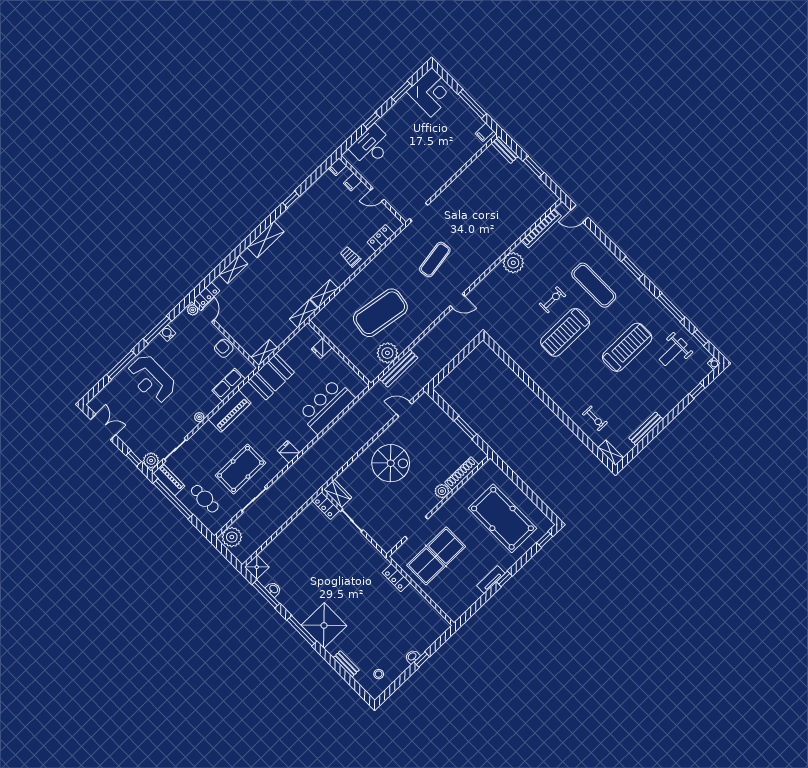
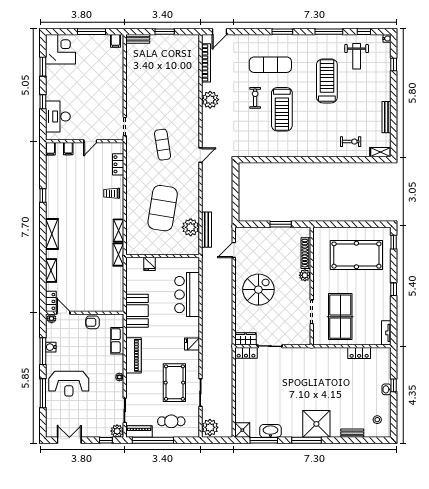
shelving: (264, 353) -> (119, 301), removed
locker: (396, 578) -> (359, 353), moved
tv unit: (491, 580) -> (386, 333), moved
washbasin: (273, 589) -> (270, 431), width x1.91, depth x1.45

